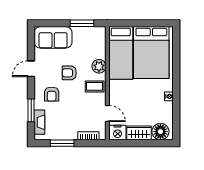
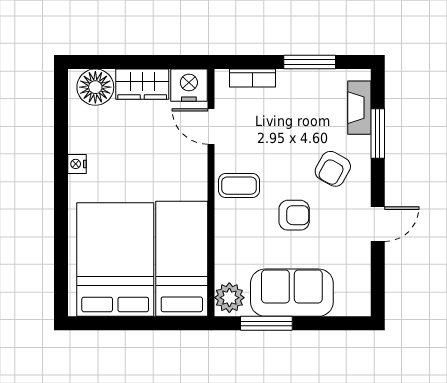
sofa: (53, 37) -> (292, 293), moved
plant: (99, 66) -> (229, 298), moved
armchair: (52, 94) -> (333, 169), turned -151

